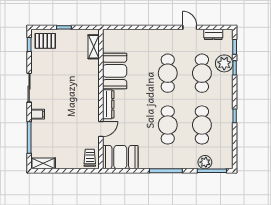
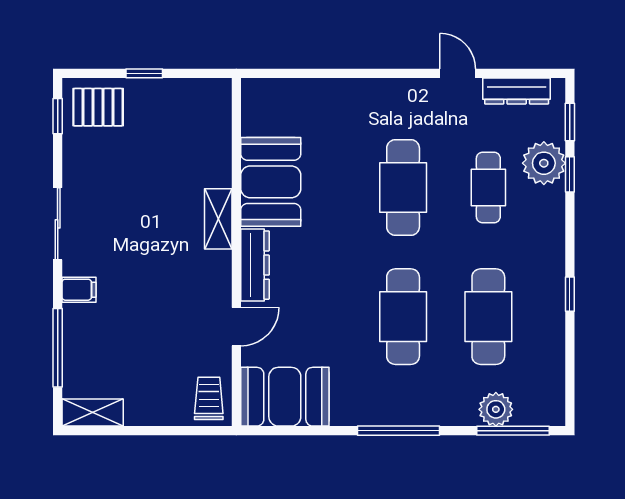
dresser: (213, 34) -> (517, 91), width x1.44
shelving: (94, 47) -> (218, 219), moved
cafe table: (202, 73) -> (488, 188), width x0.73, depth x0.74

